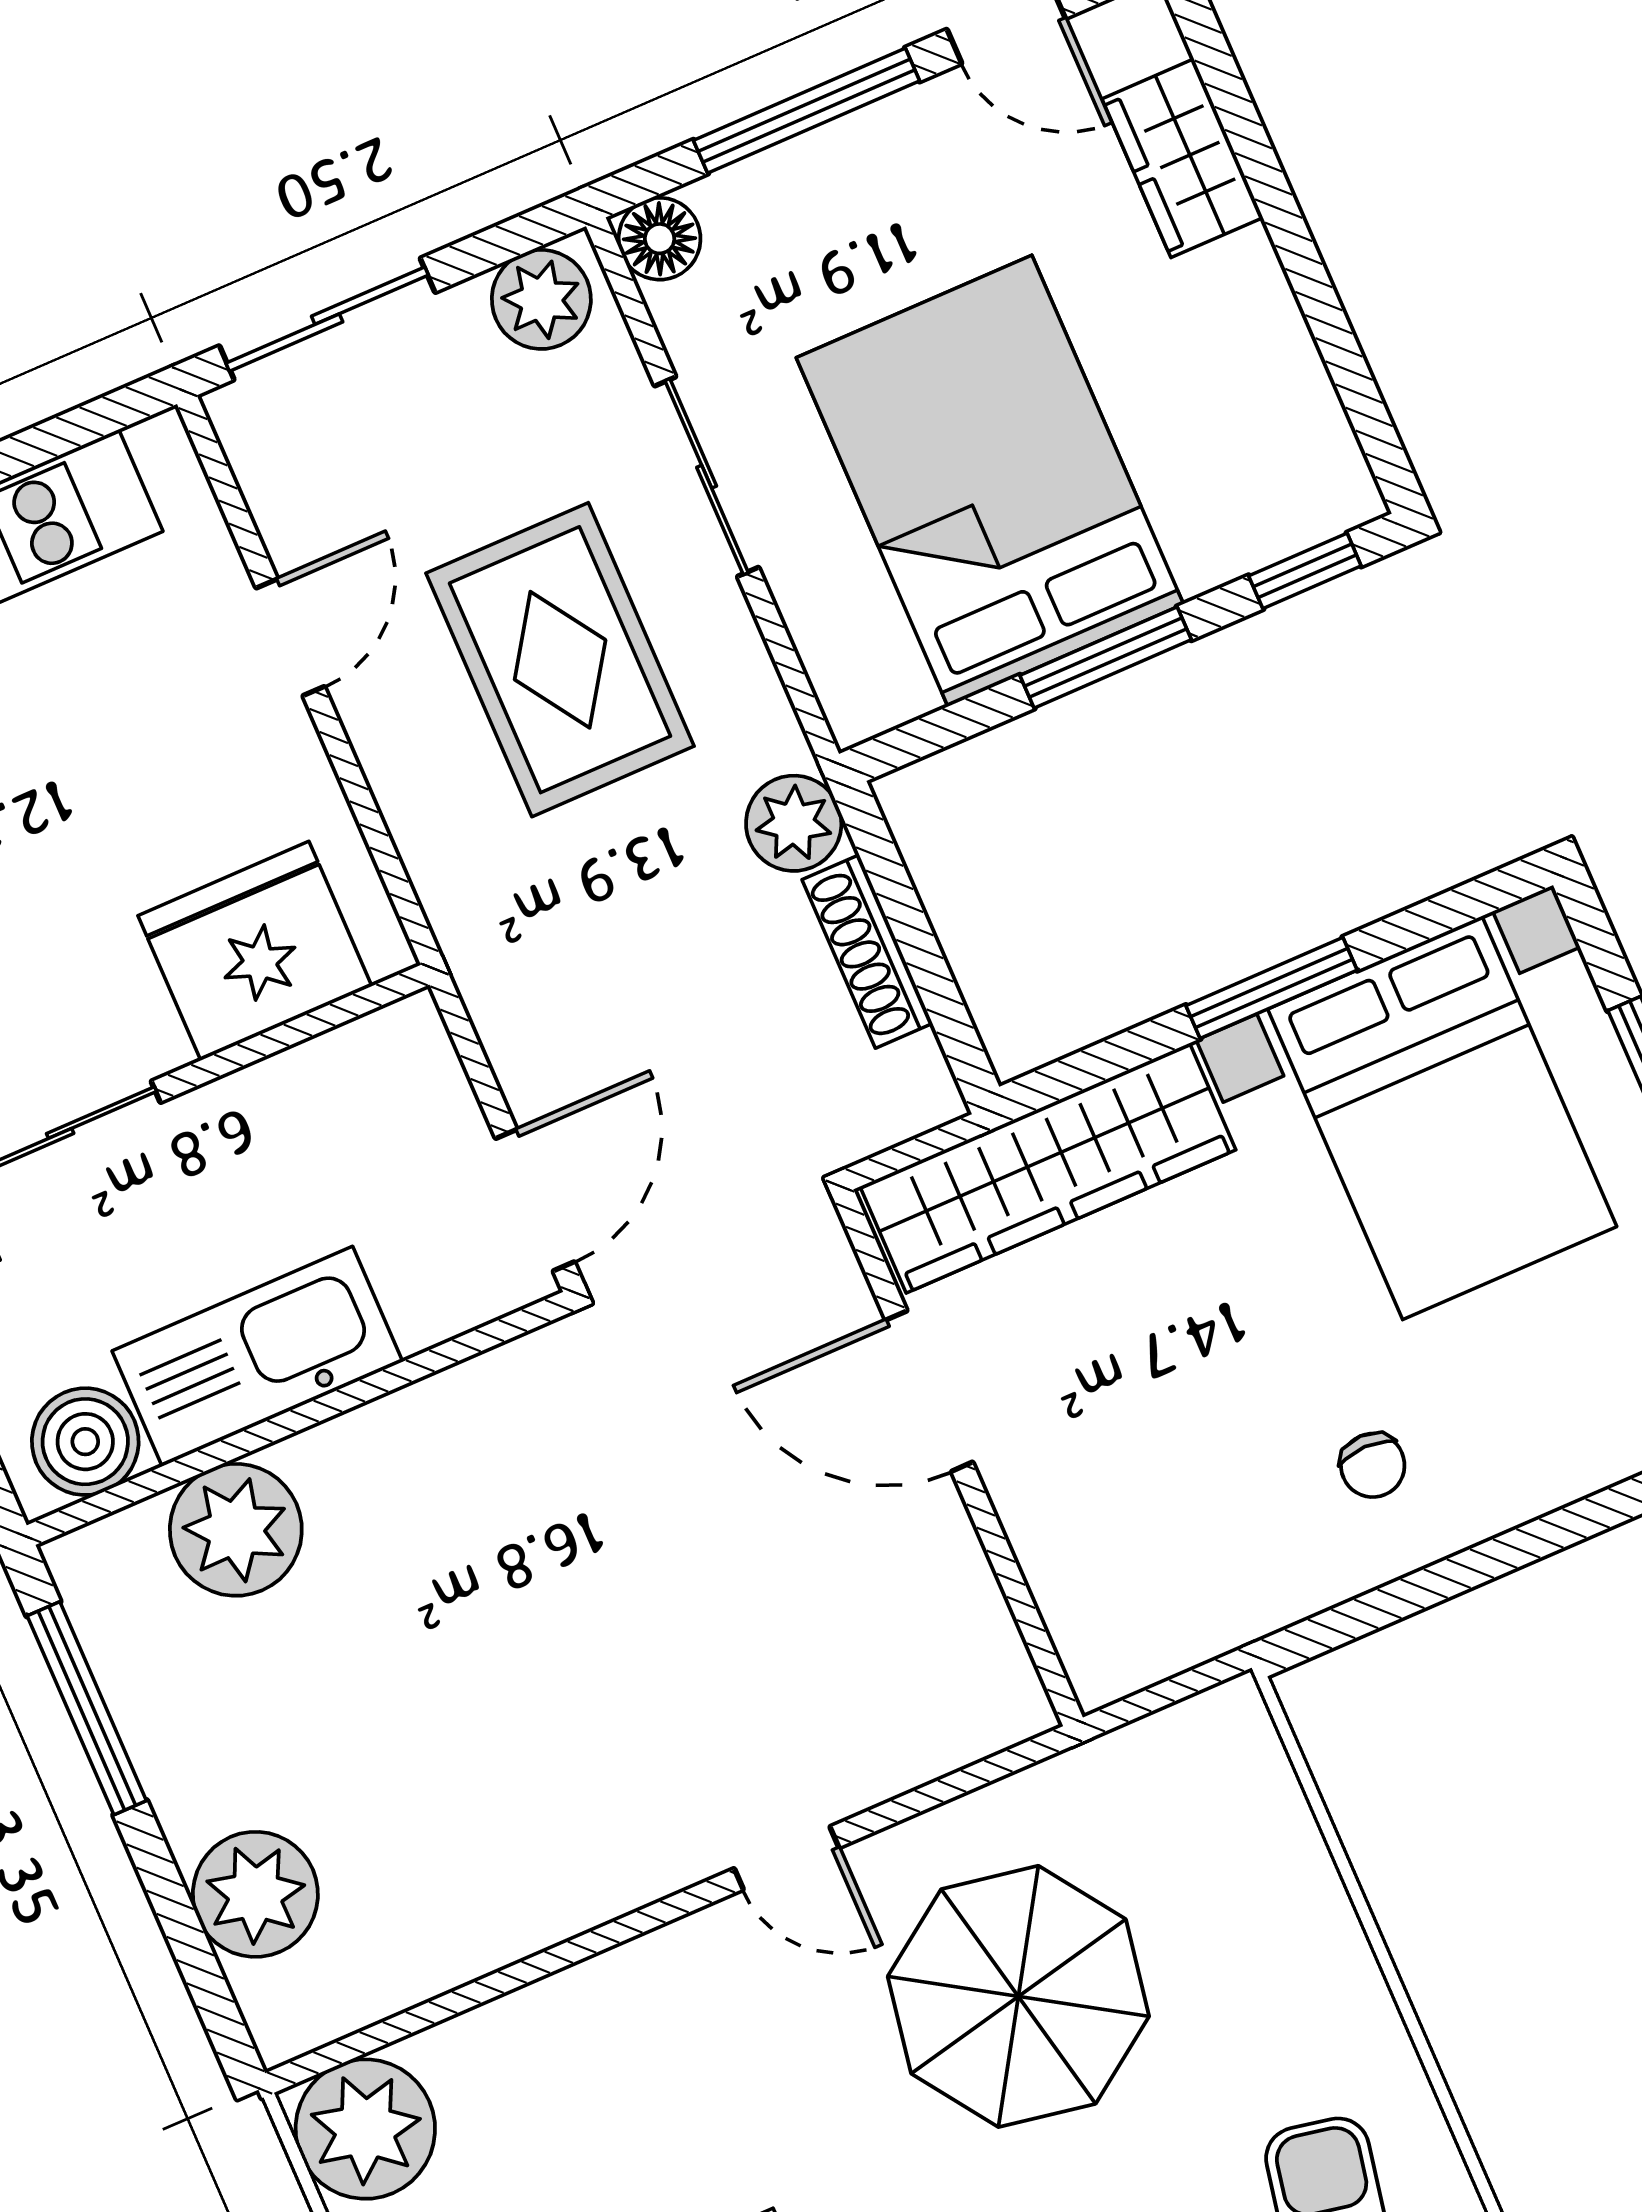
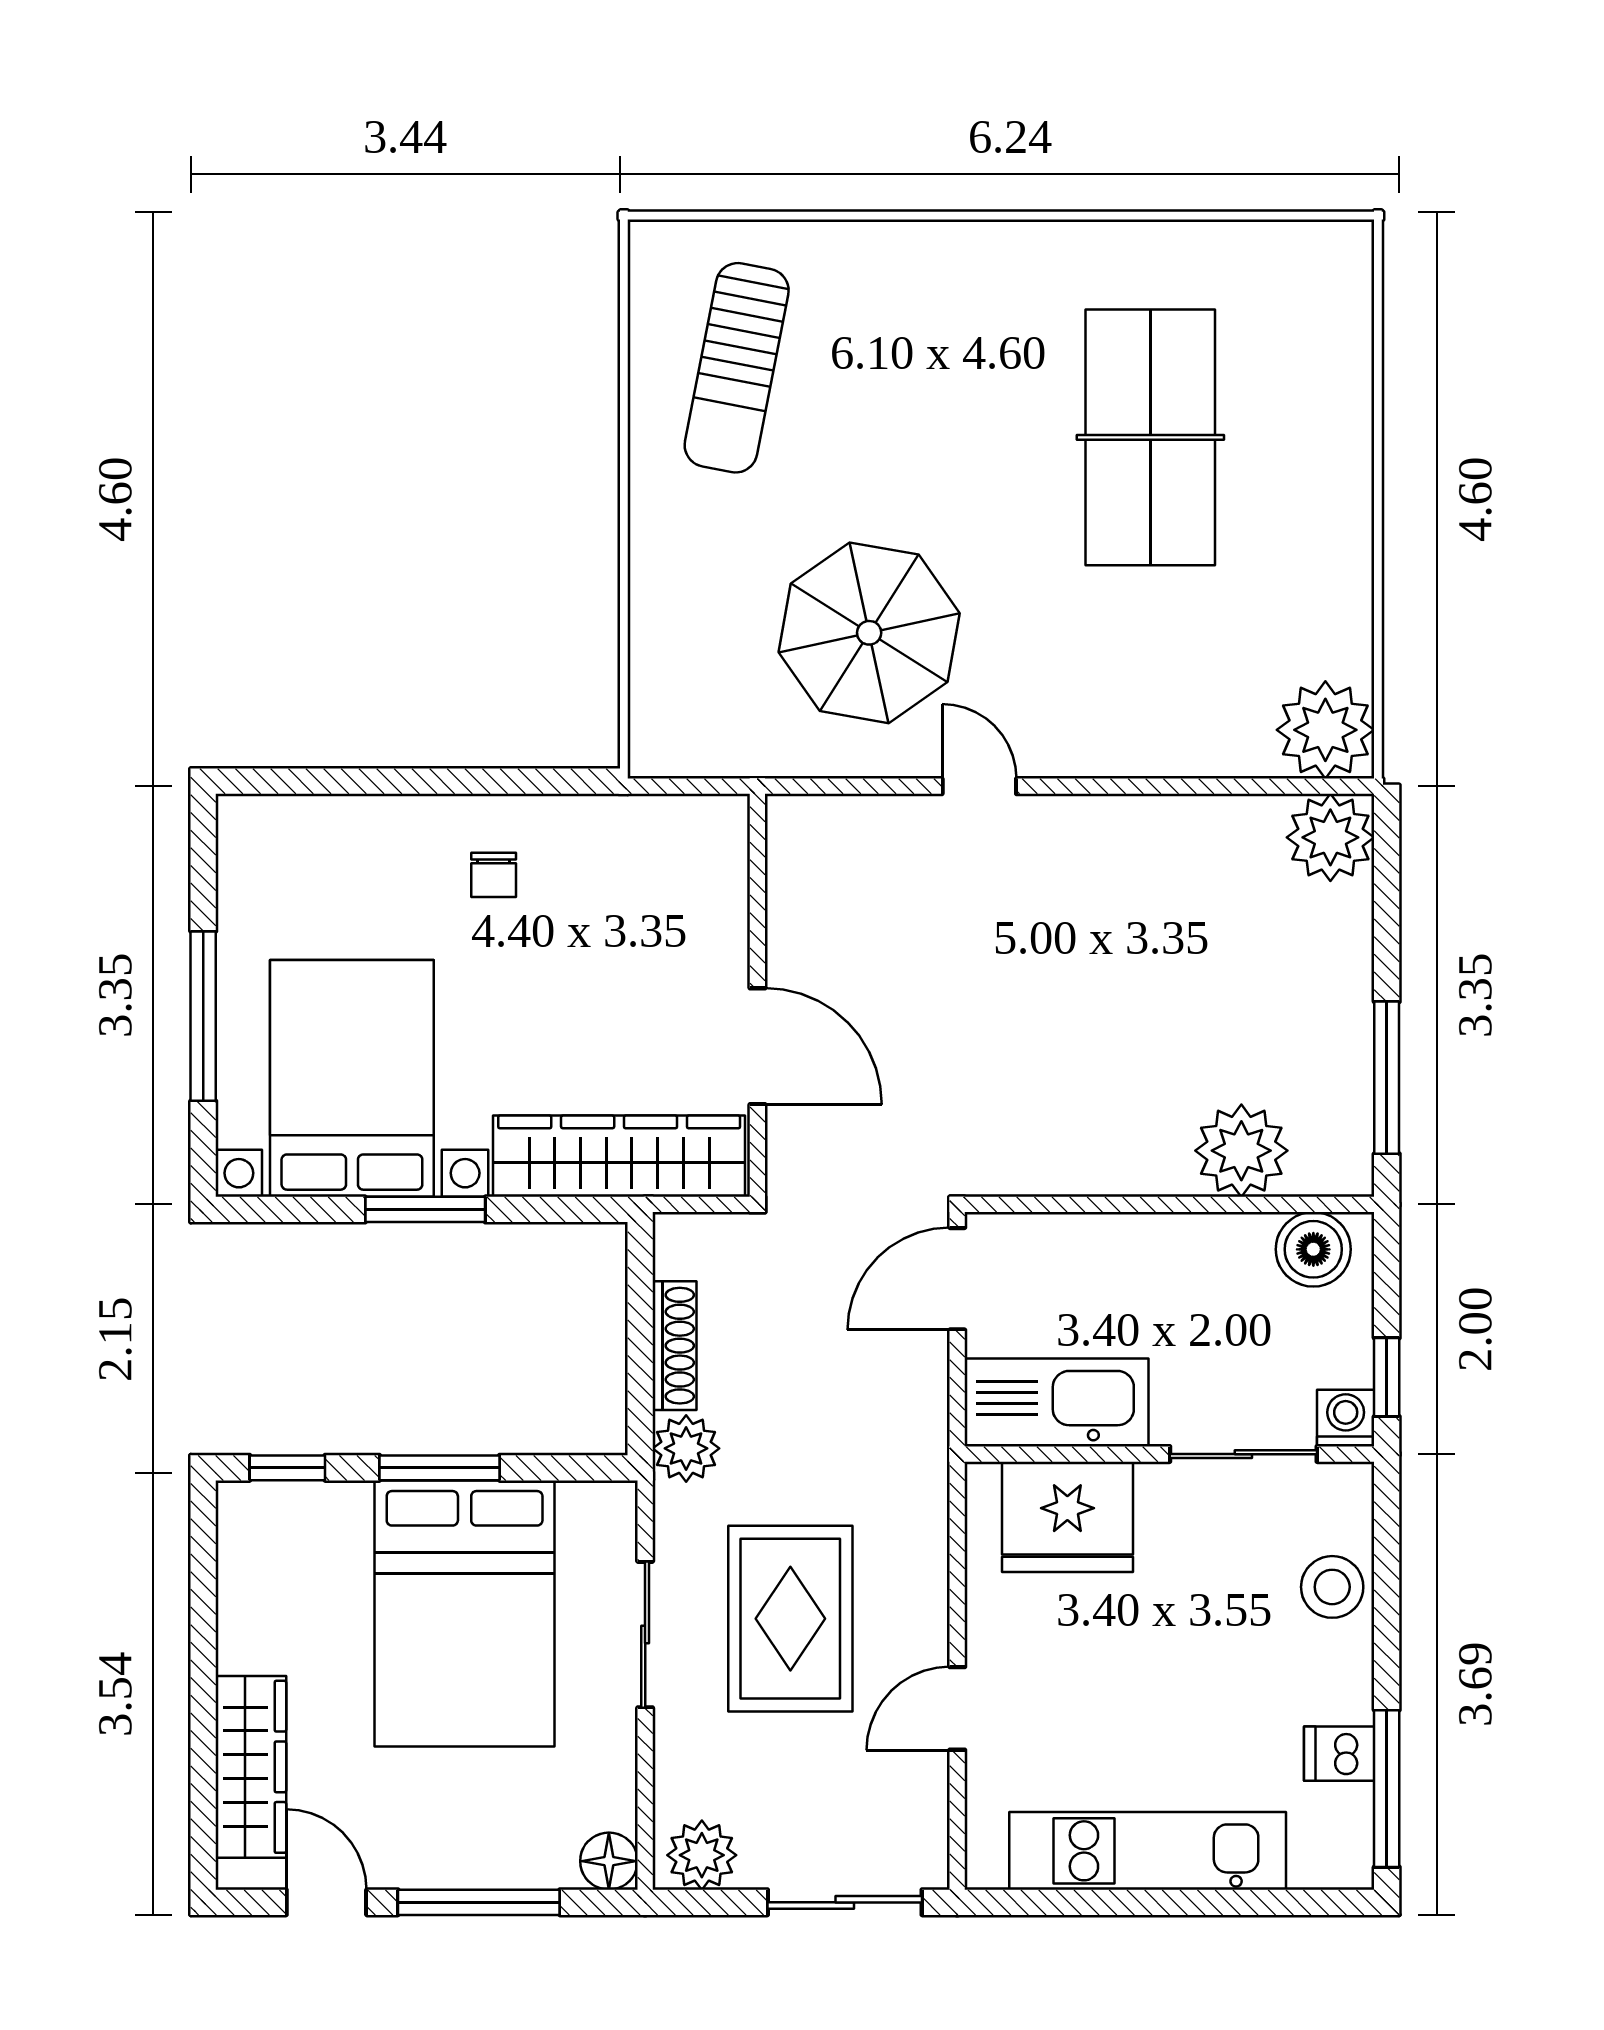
wardrobe: (1182, 158) -> (251, 1767), width x1.50
sliding door: (707, 477) -> (645, 1635), moved
kitchen sink: (257, 1356) -> (1057, 1403), moved, turned 180
chair: (1373, 1465) -> (494, 875), turned 180
plant: (255, 1894) -> (1330, 837), moved

